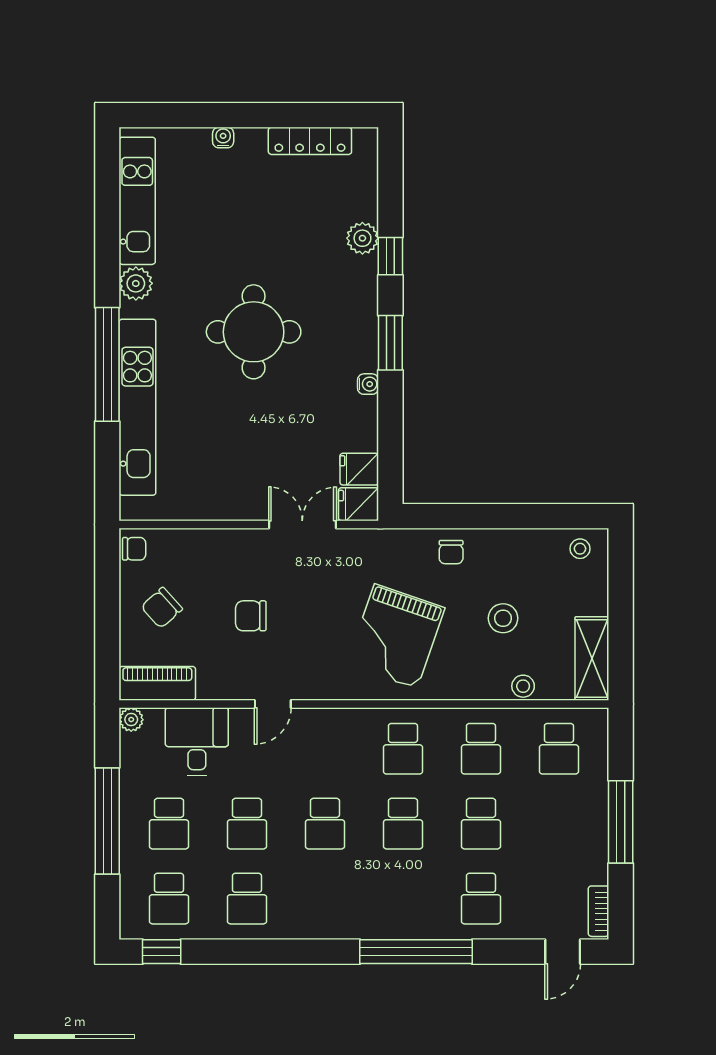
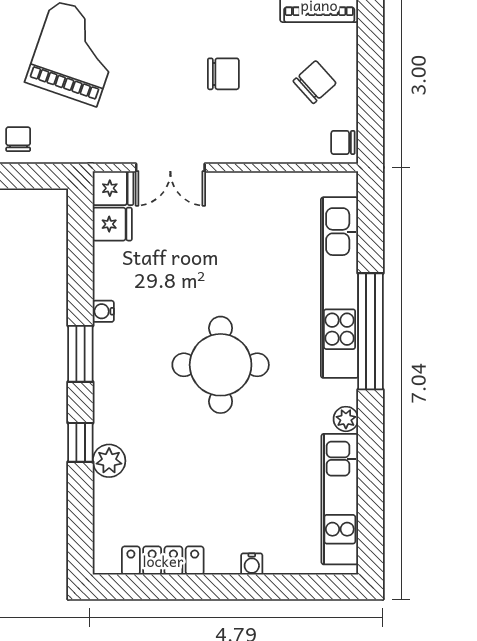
plant: (136, 283) -> (346, 419), width x0.73, depth x0.73

